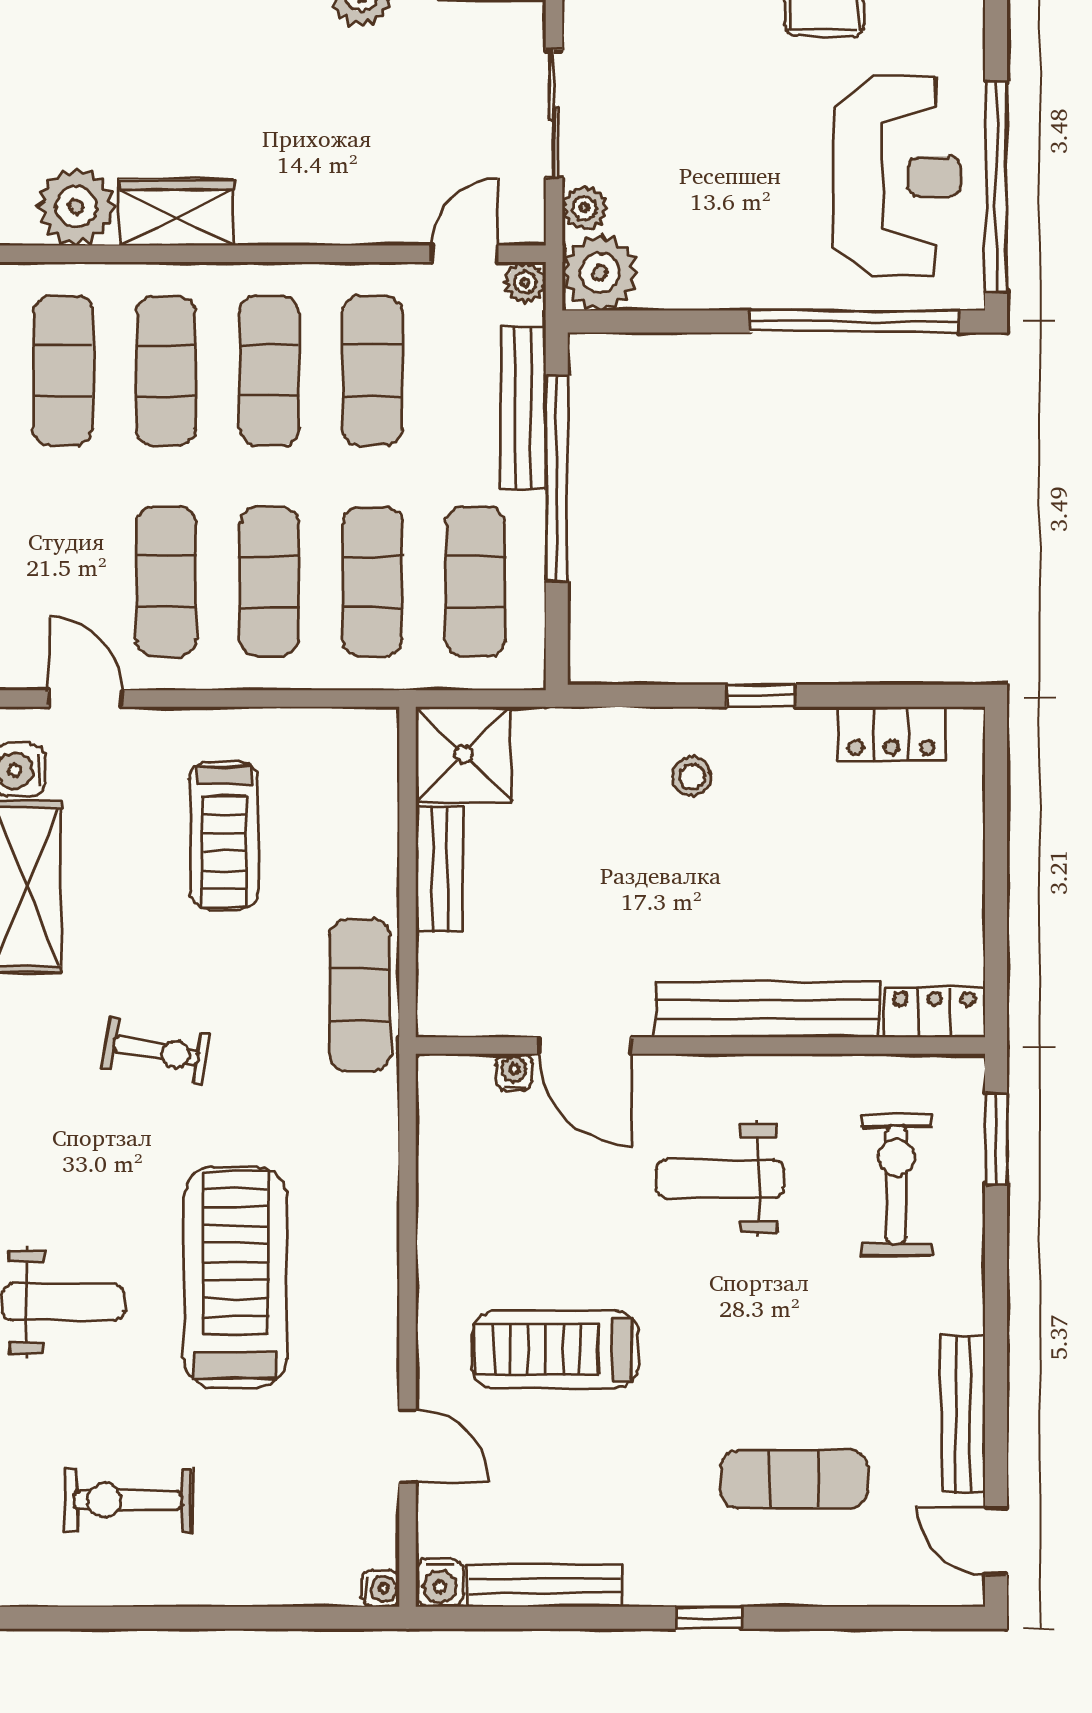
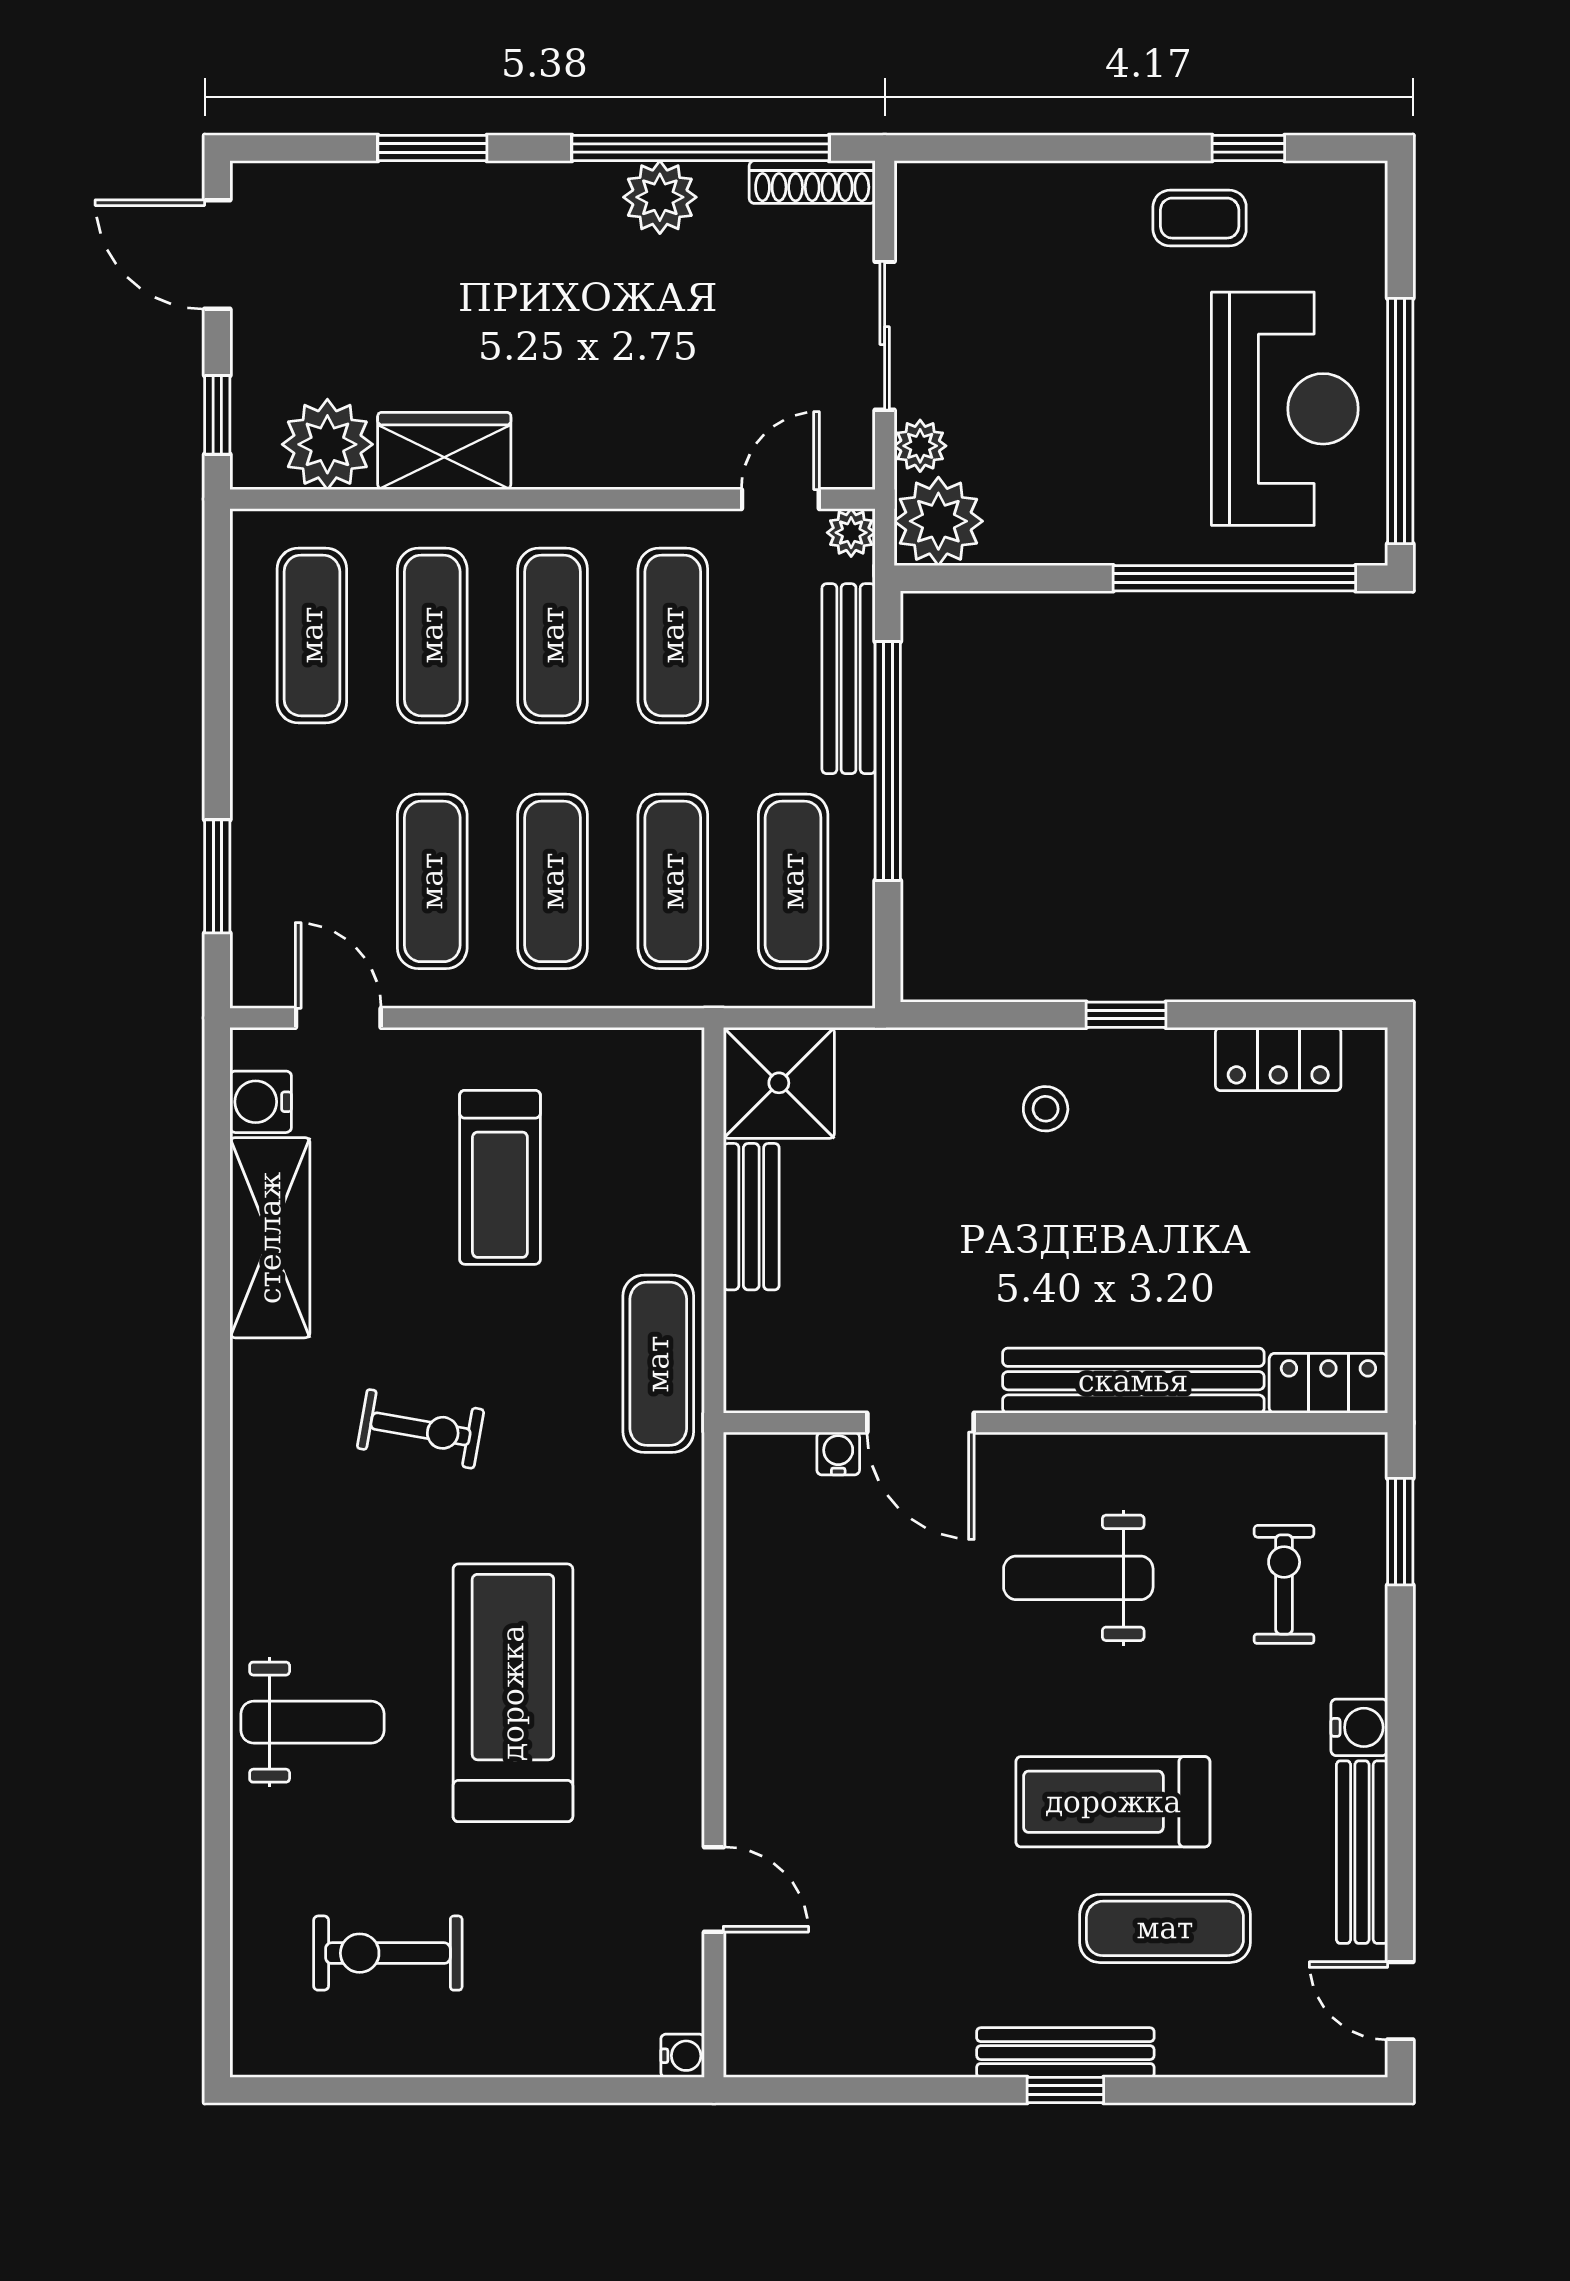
exercise bike: (896, 1184) -> (1284, 1584), width x0.73, depth x0.72
treadmill: (555, 1350) -> (1113, 1802), moved
water cooler: (440, 1583) -> (1359, 1727), moved, turned -90
bench: (545, 1586) -> (1065, 2053), moved

